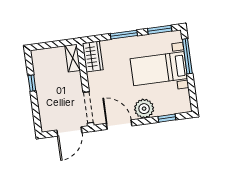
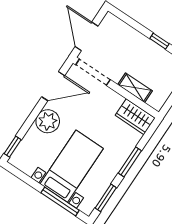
shelving: (73, 58) -> (135, 88), moved
window: (167, 118) -> (13, 147), moved

